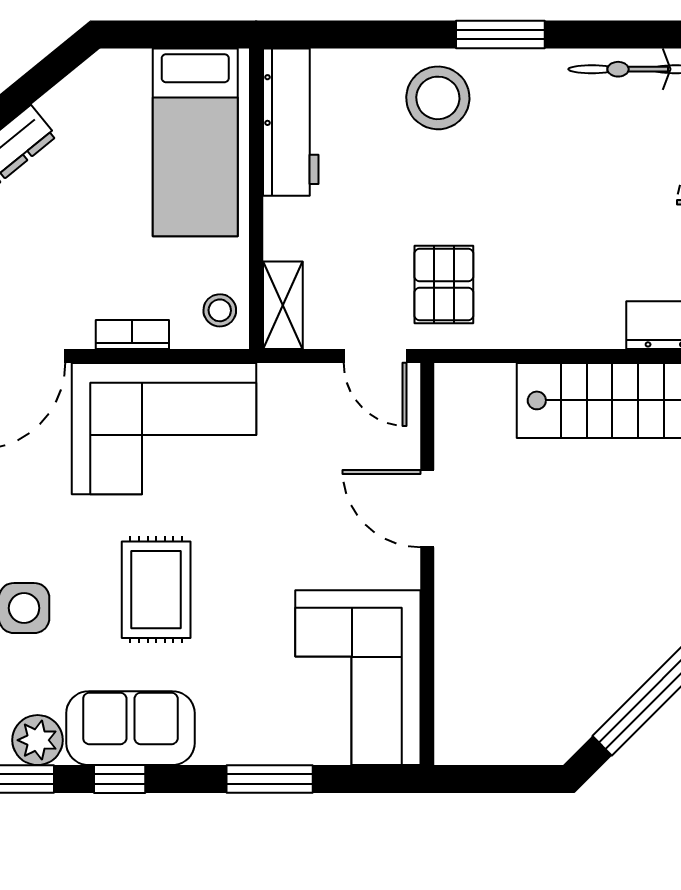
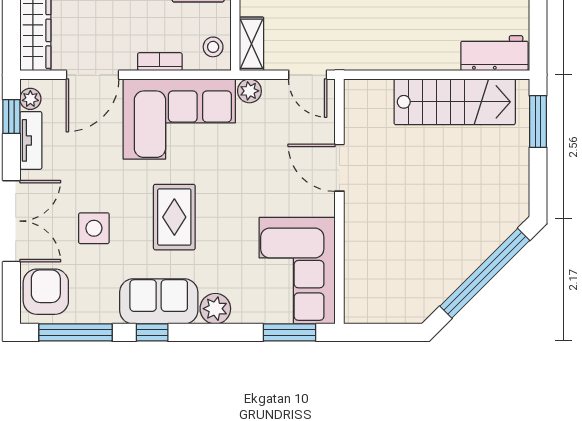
pallet: (444, 284) -> (350, 31), removed
plant: (279, 382) -> (249, 91), added
plant: (38, 740) -> (215, 309), moved
window: (270, 779) -> (290, 332), moved

